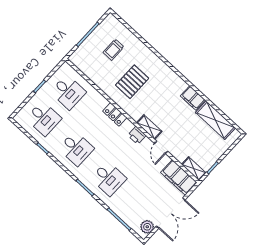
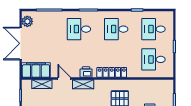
locker: (115, 114) -> (112, 72), width x1.53
shelving: (194, 169) -> (42, 84), moved

